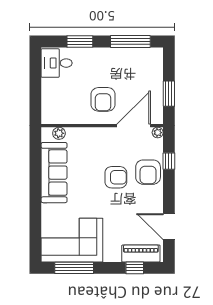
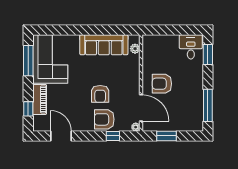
window: (80, 42) -> (208, 54), moved
door: (169, 227) -> (61, 136), hinge flipped
piano: (141, 253) -> (40, 99), moved

